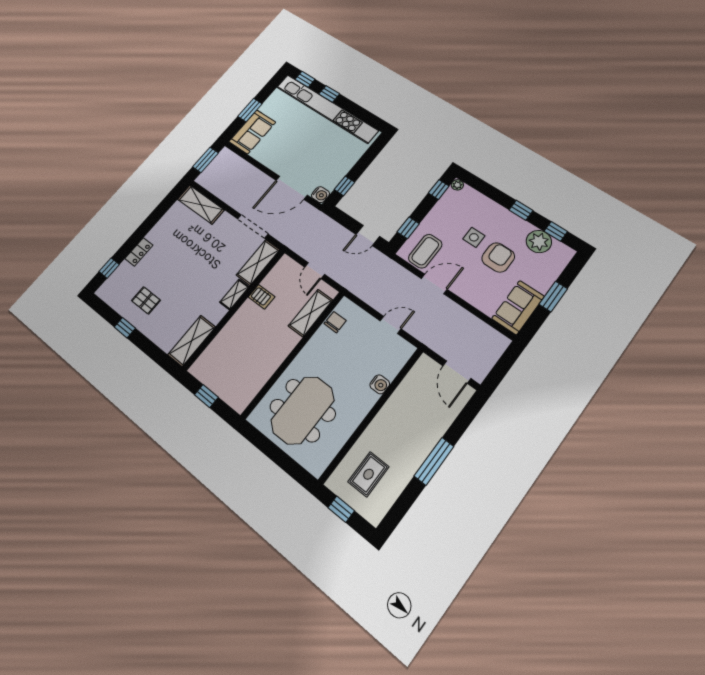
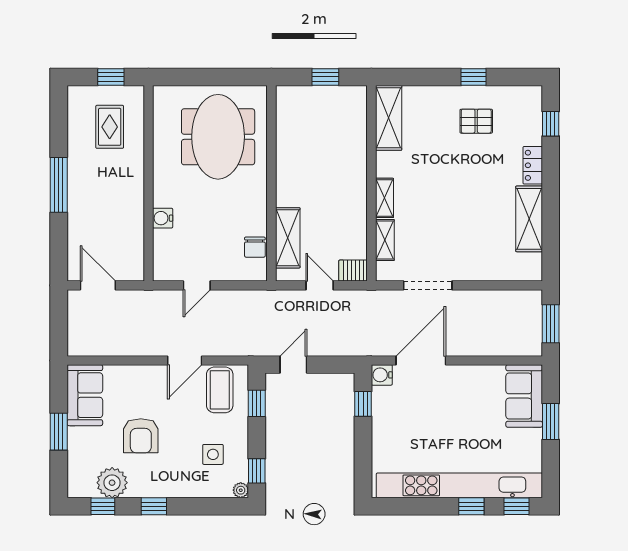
shelving: (201, 205) -> (529, 219), moved, turned 90
side table: (474, 237) -> (213, 454), moved
shelving: (258, 262) -> (385, 240), width x0.67, depth x0.75
server rack: (262, 297) -> (353, 271), moved

